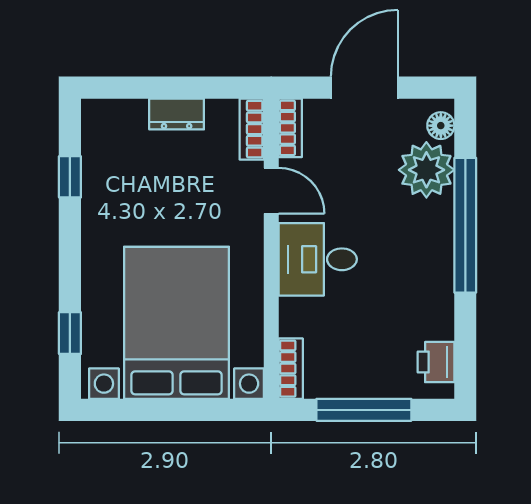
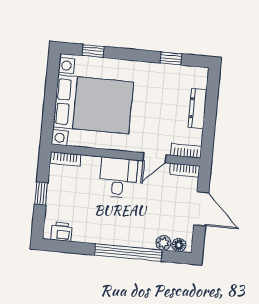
dresser: (177, 114) -> (198, 108), width x1.44
plant: (426, 170) -> (163, 243), width x0.53, depth x0.53
window: (364, 410) -> (41, 193), width x0.46

